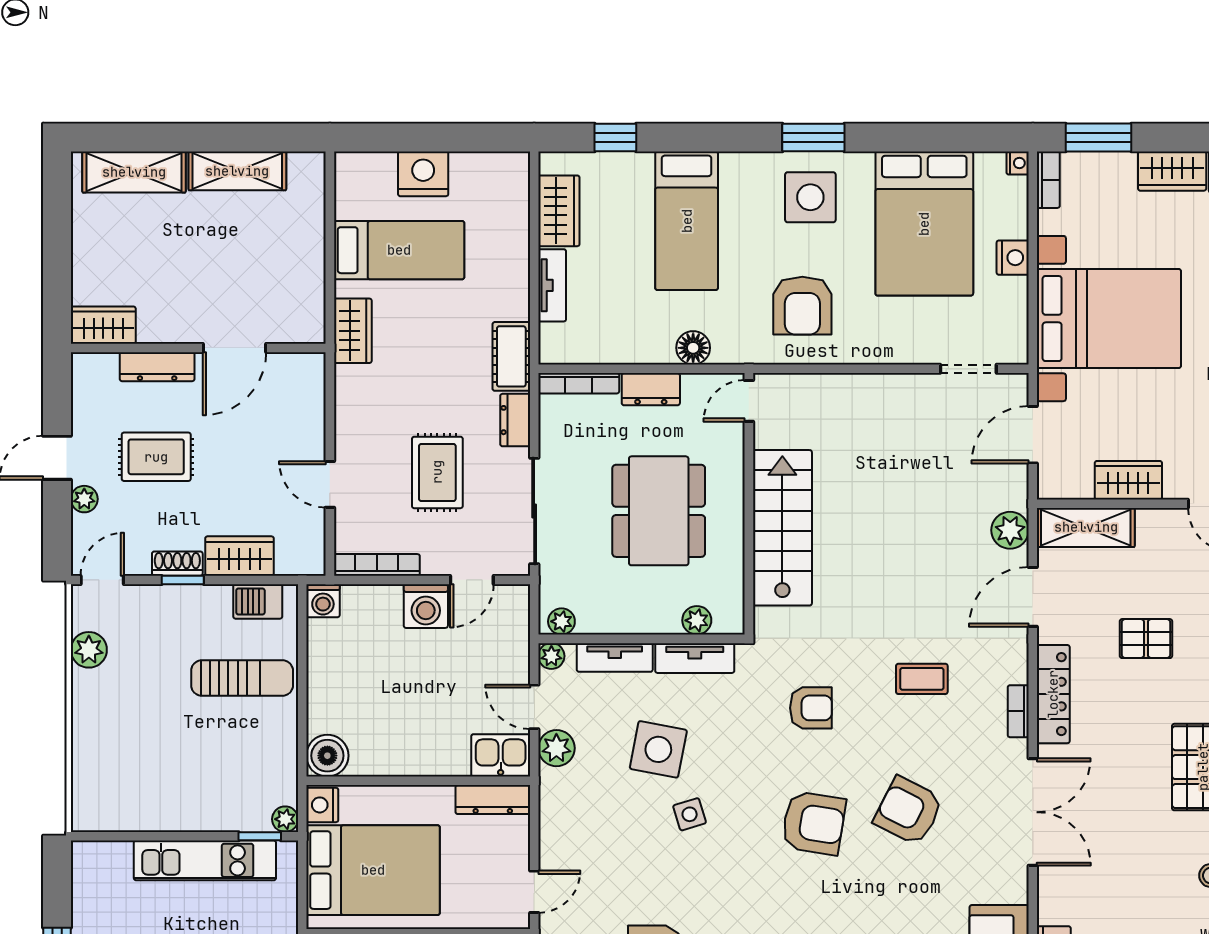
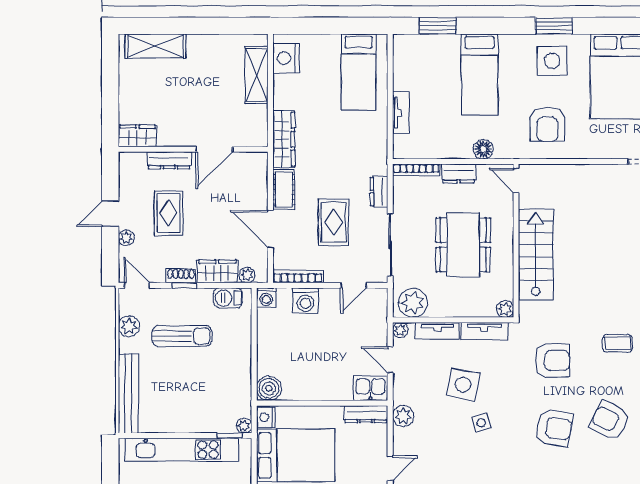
window: (615, 137) -> (438, 26), width x1.50
shelving: (237, 171) -> (256, 75), moved, turned 90
nightstand: (423, 174) -> (286, 58), moved, turned -90
wardrobe: (559, 211) -> (405, 69), removed
bed: (399, 250) -> (359, 72), moved, turned 90
wardrobe: (353, 331) -> (284, 139), width x1.50
cot: (511, 356) -> (284, 190), moved
door: (749, 401) -> (516, 180), hinge flipped
rug: (156, 457) -> (168, 213), turned 90
door: (330, 484) -> (270, 229), width x1.38
plant: (290, 562) -> (247, 275), added
door: (102, 580) -> (137, 285), hinge flipped
washing machine: (426, 606) -> (306, 301), moved
plant: (697, 620) -> (505, 309), moved
plant: (561, 621) -> (413, 303), width x1.88, depth x1.88
sun lounger: (242, 678) -> (182, 336), moved
armchair: (811, 708) -> (552, 360), width x1.38, depth x1.38
plant: (556, 748) -> (403, 416), moved
bench: (88, 764) -> (128, 393), added
kitchen unit: (205, 860) -> (182, 450), width x1.36

